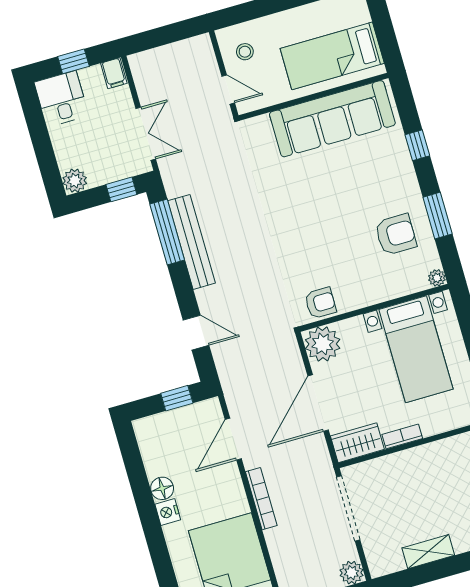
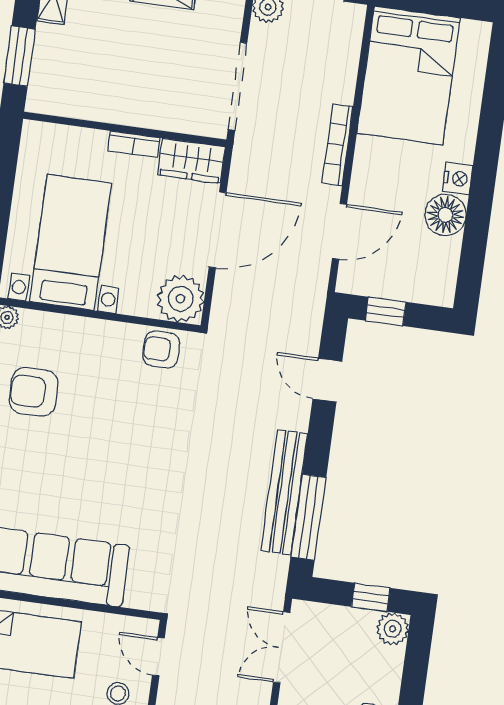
window: (121, 189) -> (371, 597), moved
floor lamp: (162, 488) -> (445, 215), width x1.38, depth x1.38

